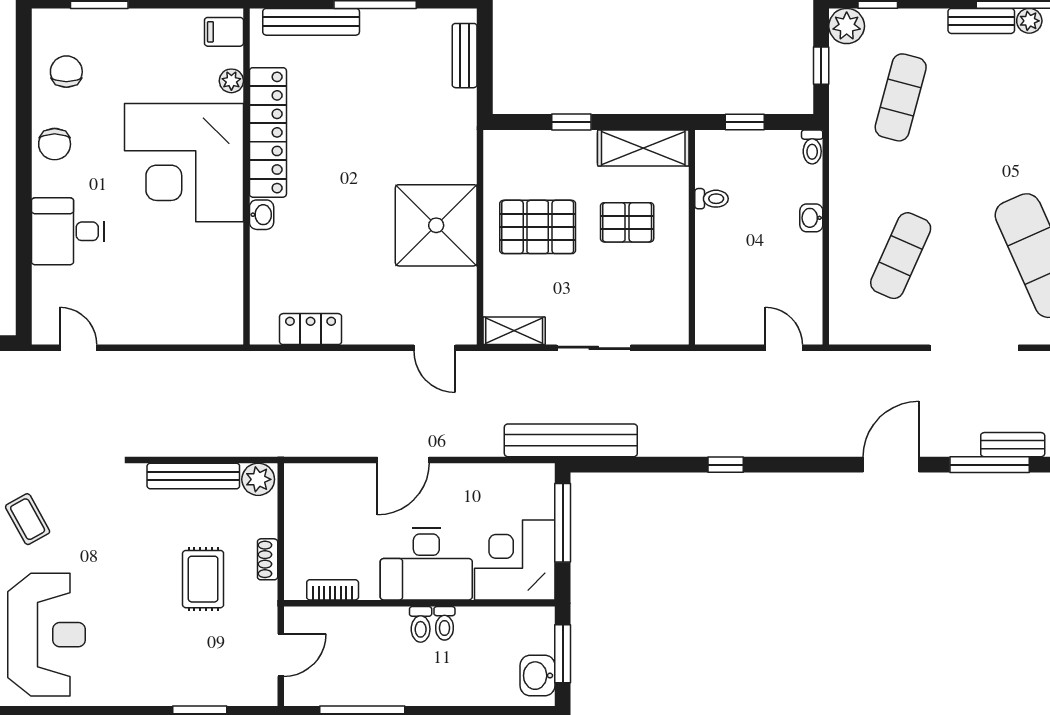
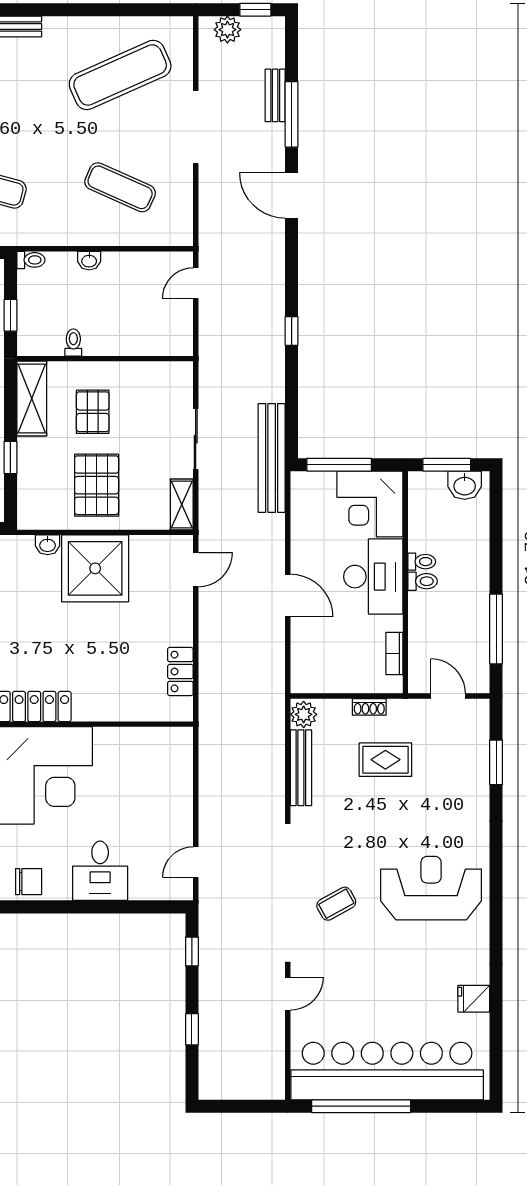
washbasin: (262, 215) -> (48, 545), moved, turned 180

